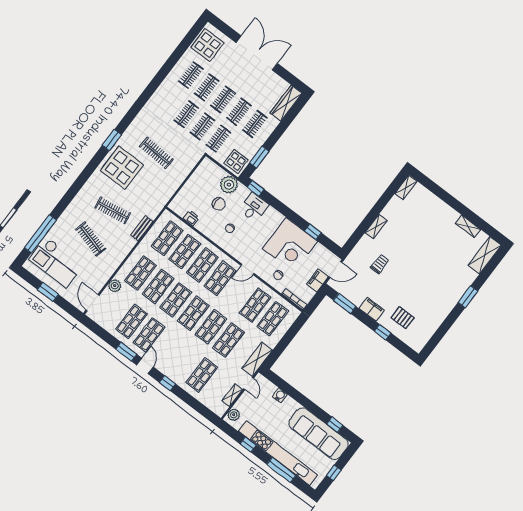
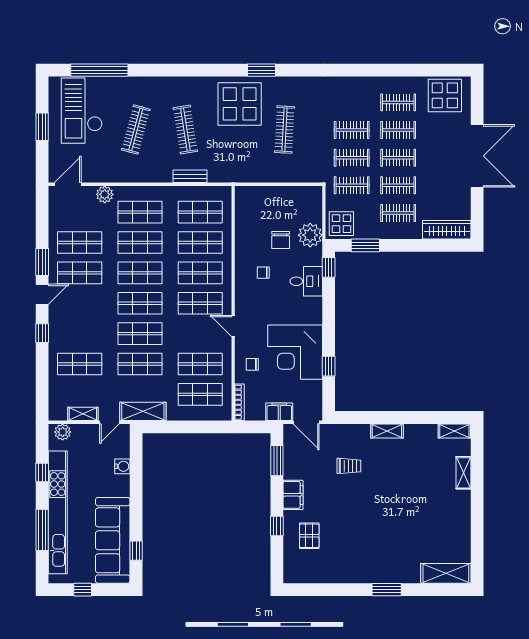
printer: (191, 218) -> (242, 222), removed
shelving: (468, 226) -> (464, 473), moved

